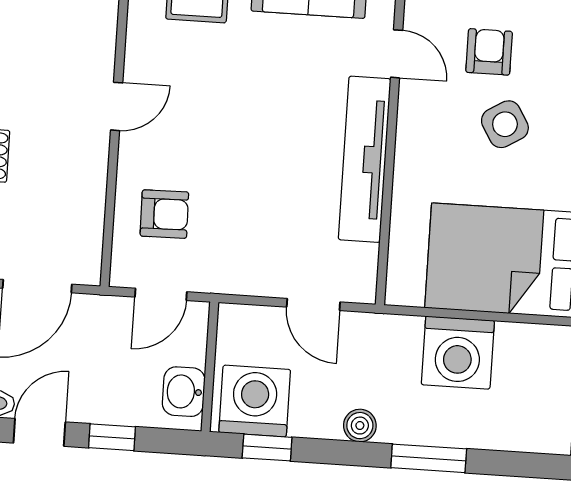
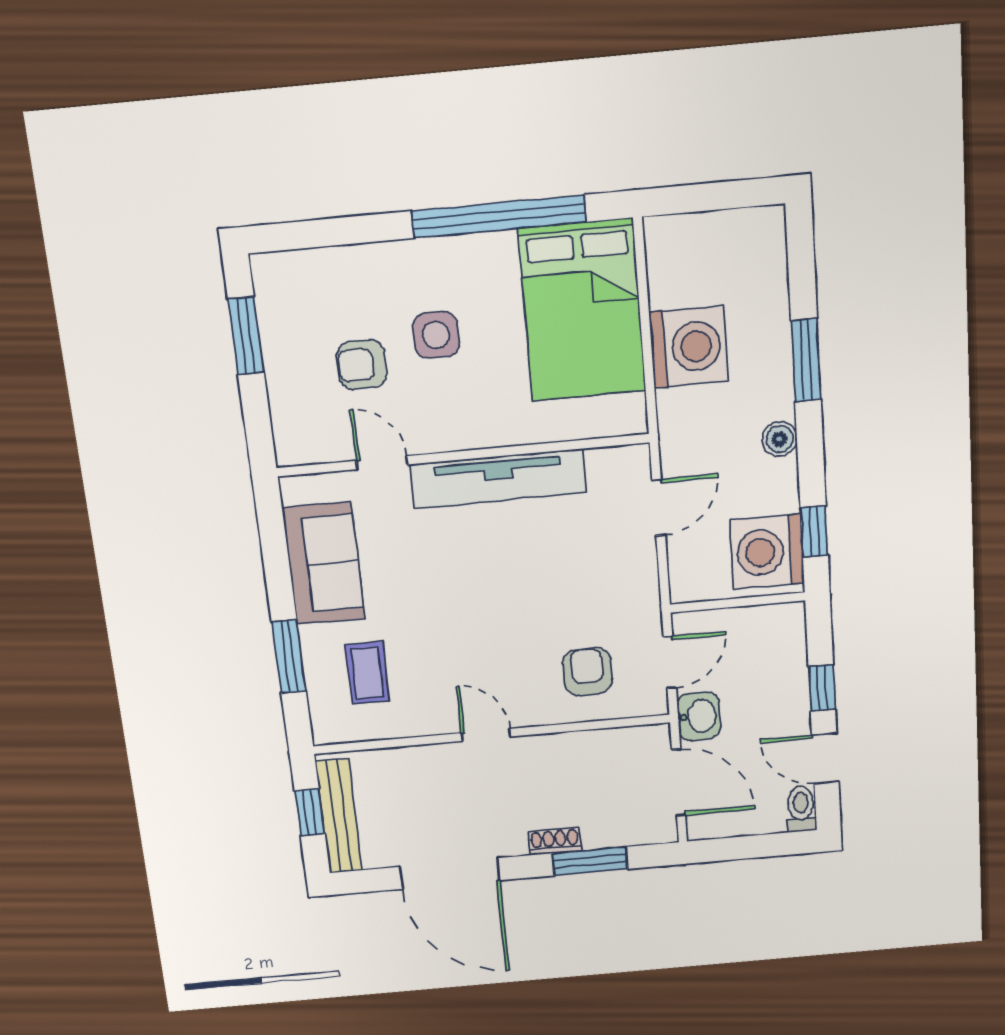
door: (397, 54) -> (382, 463), hinge flipped
side table: (505, 124) -> (436, 335), turned 31
door: (161, 294) -> (670, 662), hinge flipped
washbasin: (184, 392) -> (699, 716), moved, turned -90

